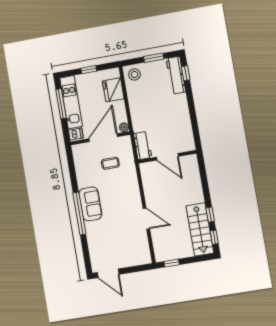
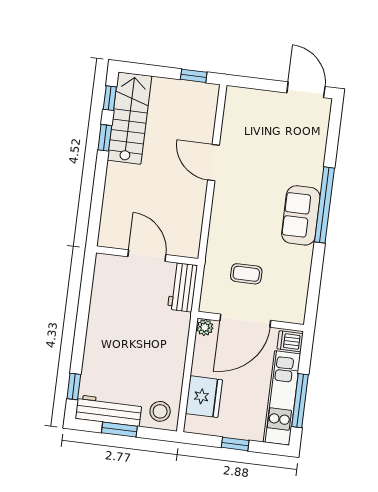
workbench: (176, 75) -> (109, 411), moved, turned -90

